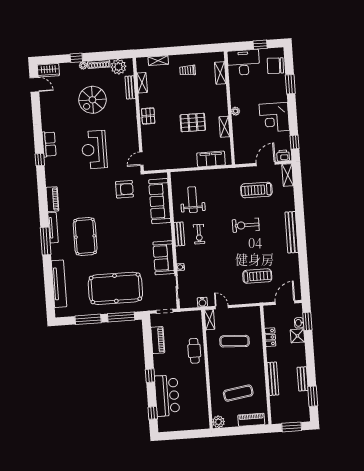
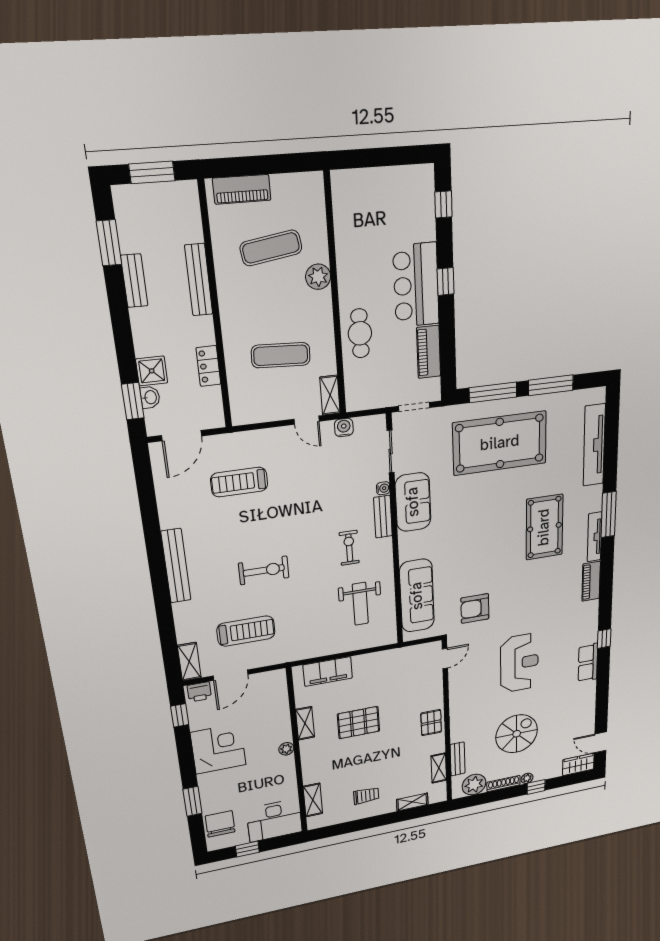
chair: (275, 66) -> (220, 824), turned -92
bench: (179, 234) -> (383, 517), moved
bar counter: (167, 396) -> (416, 285), moved
plant: (219, 422) -> (318, 277), moved

